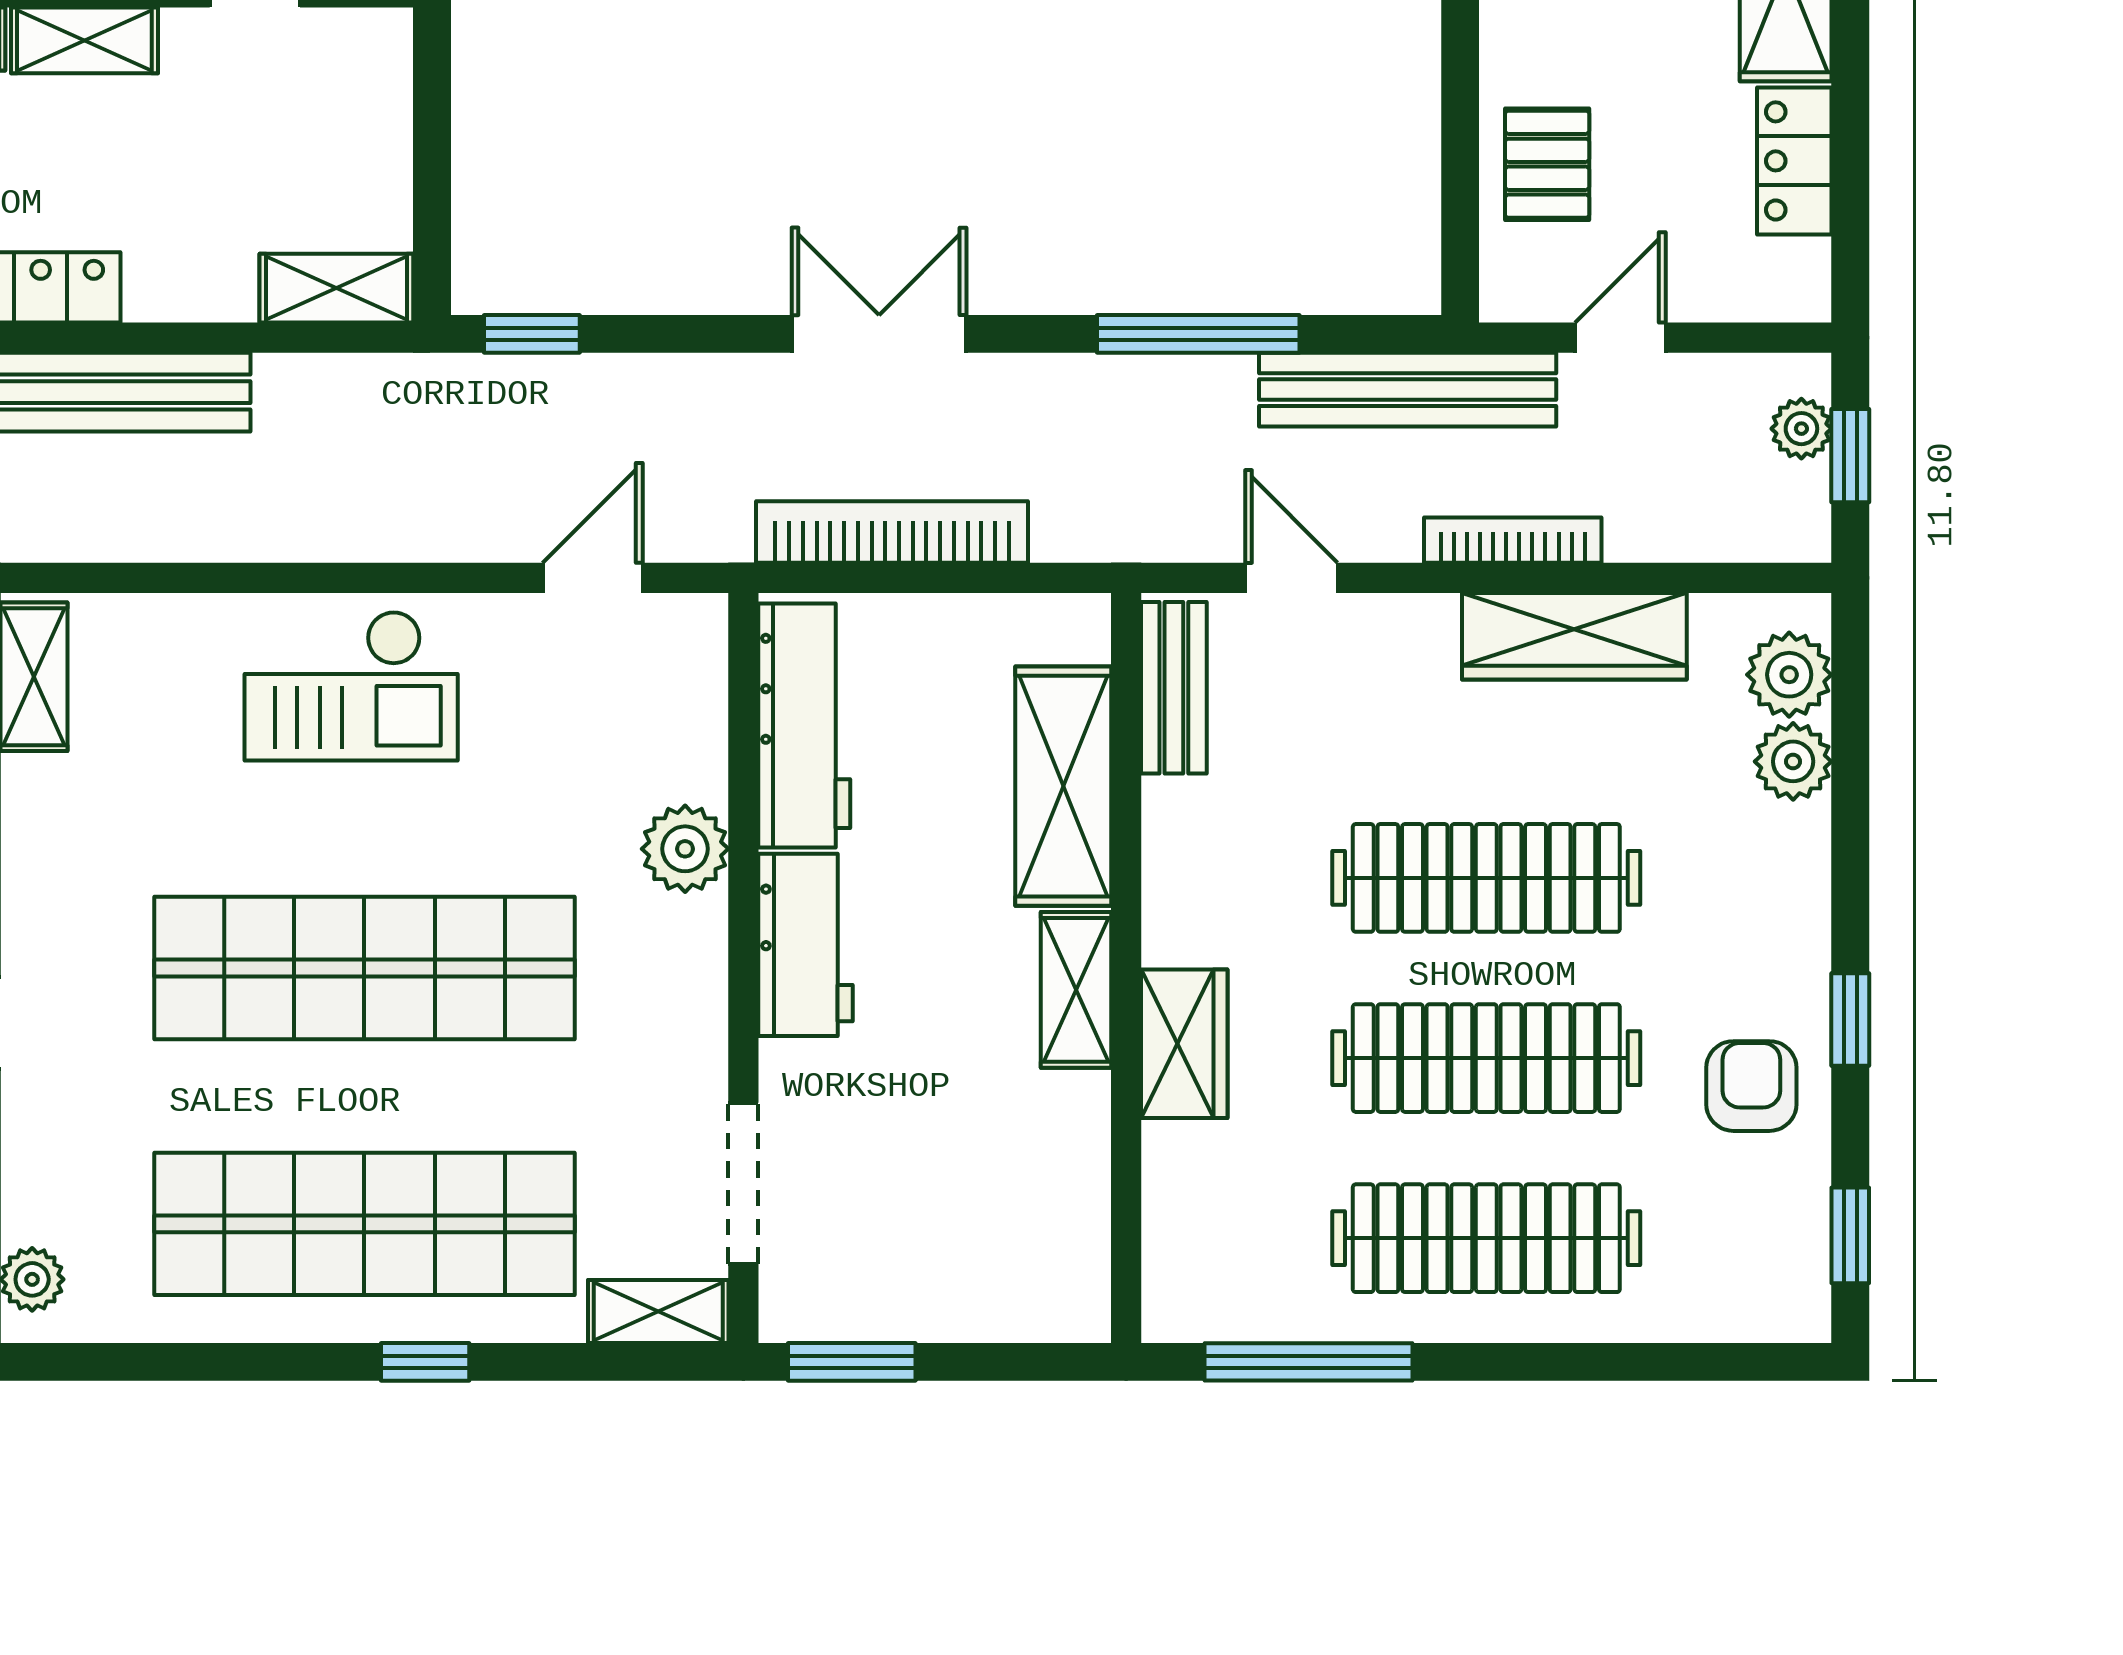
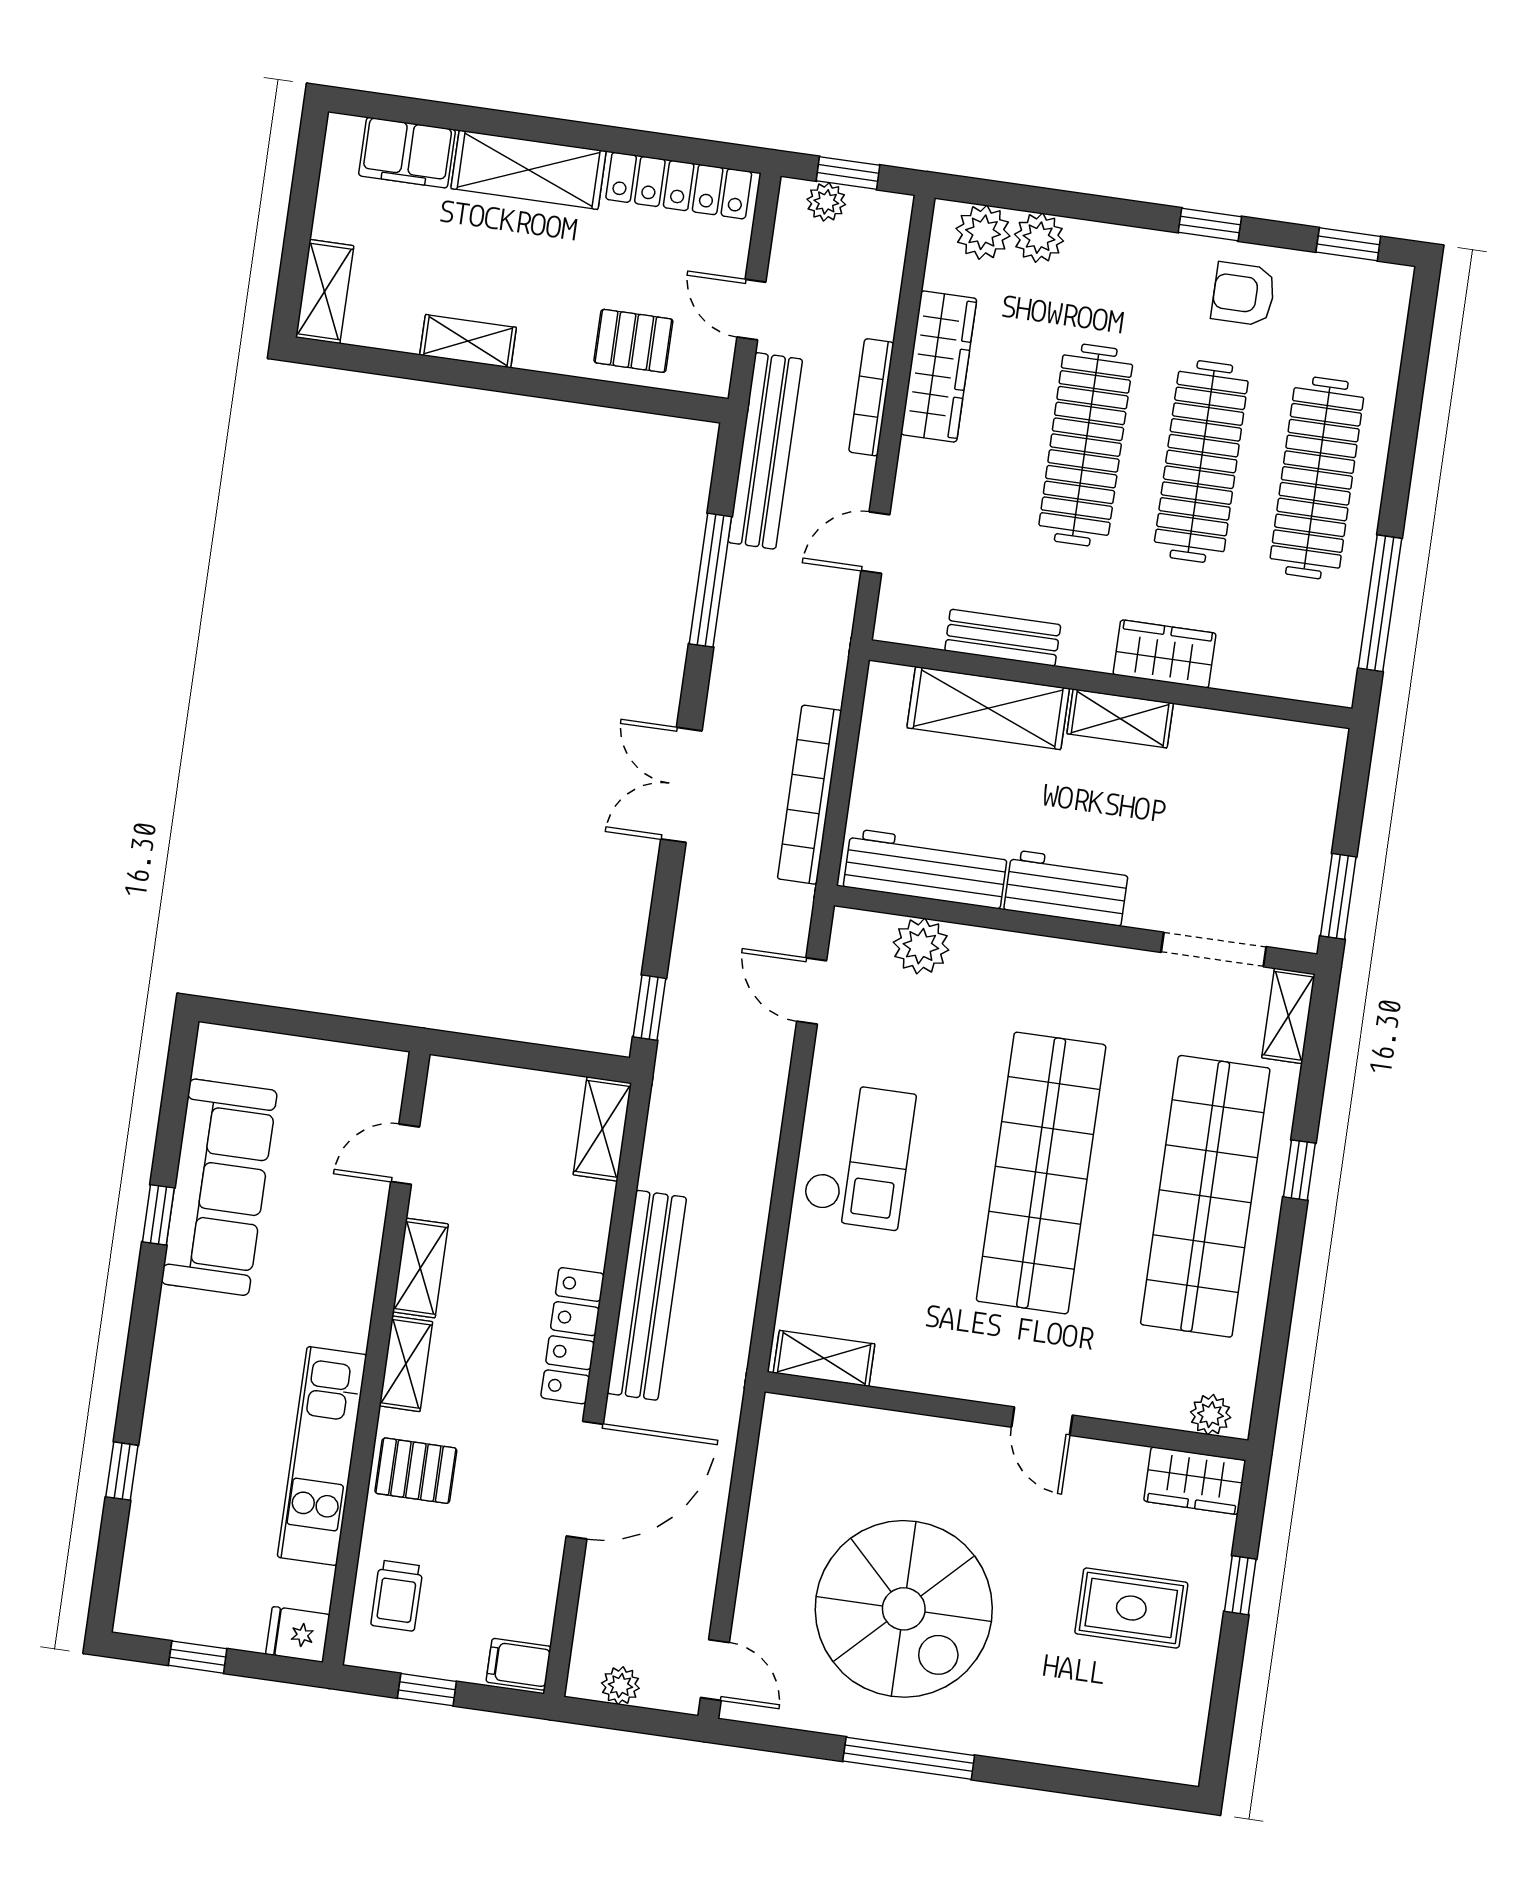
locker: (1794, 161) -> (679, 186), width x1.53
bench: (1174, 688) -> (1003, 638), moved
plant: (685, 849) -> (921, 946), moved

